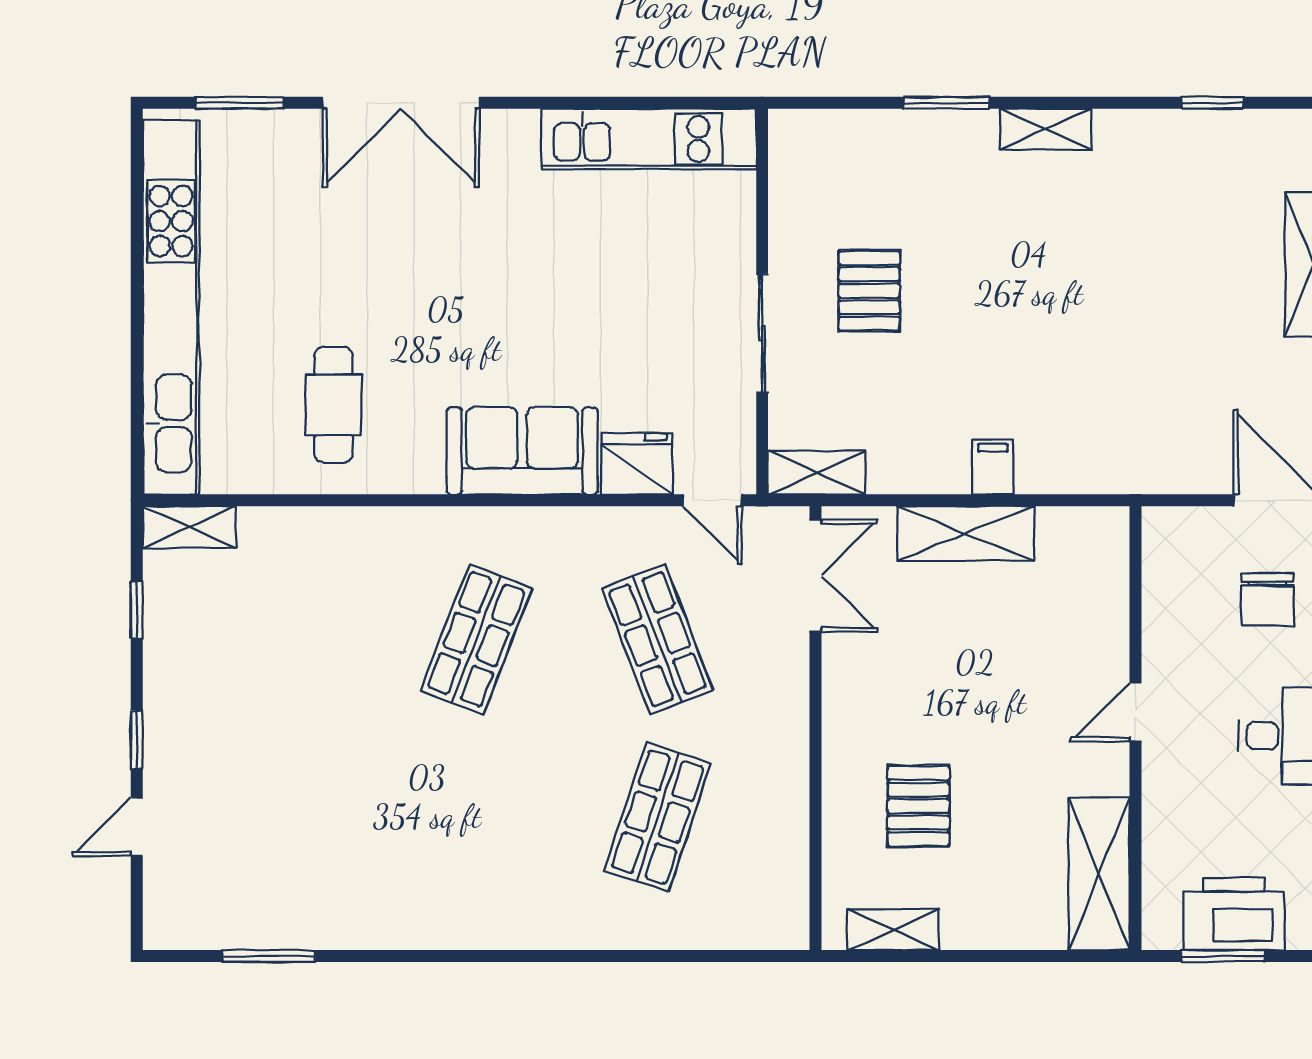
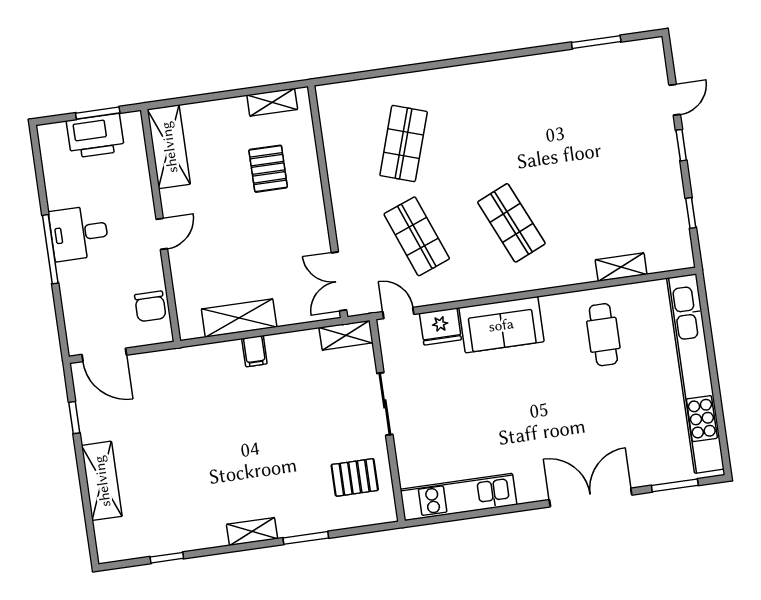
pallet: (869, 291) -> (355, 477), moved, turned 90
shelving: (189, 527) -> (621, 267), moved
shelving: (966, 533) -> (239, 318), moved
chair: (1267, 600) -> (150, 306), moved, turned 180
shop shelf: (476, 639) -> (511, 223), turned -45

